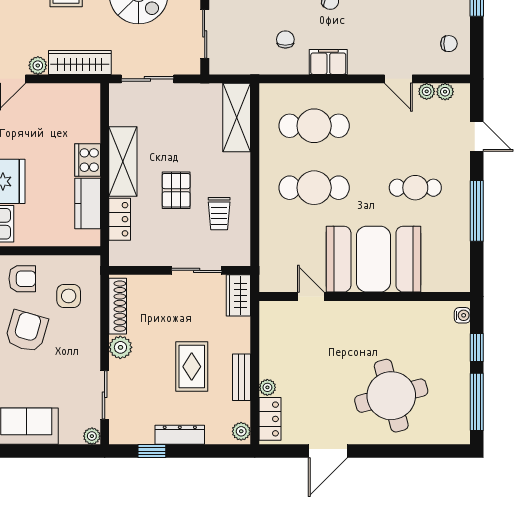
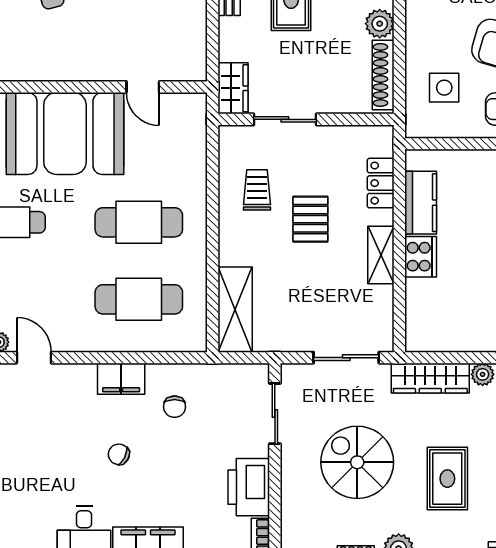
shelving: (123, 161) -> (381, 255), width x0.67, depth x0.75

